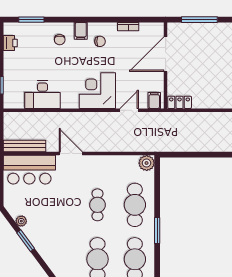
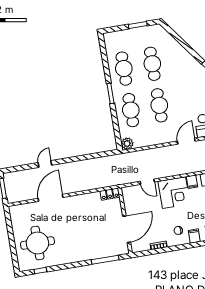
filing cabinet: (154, 100) -> (192, 182), moved
door: (129, 110) -> (147, 182), hinge flipped
door: (71, 153) -> (186, 141), swing flipped
cafe table: (98, 205) -> (159, 105), width x1.37, depth x1.35

